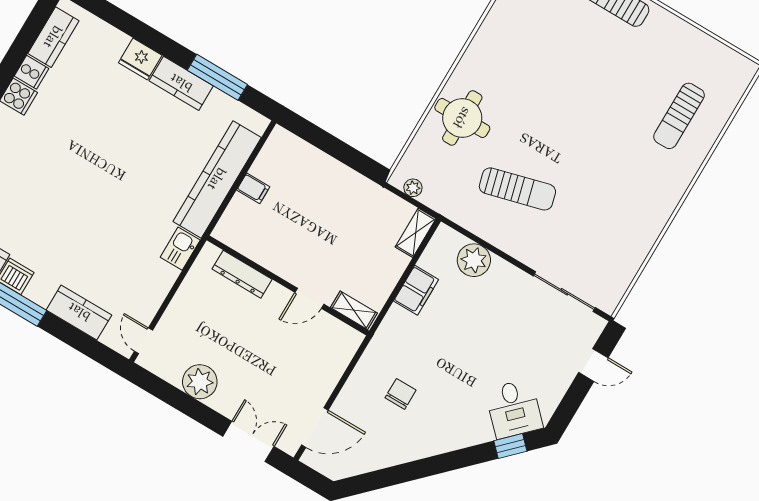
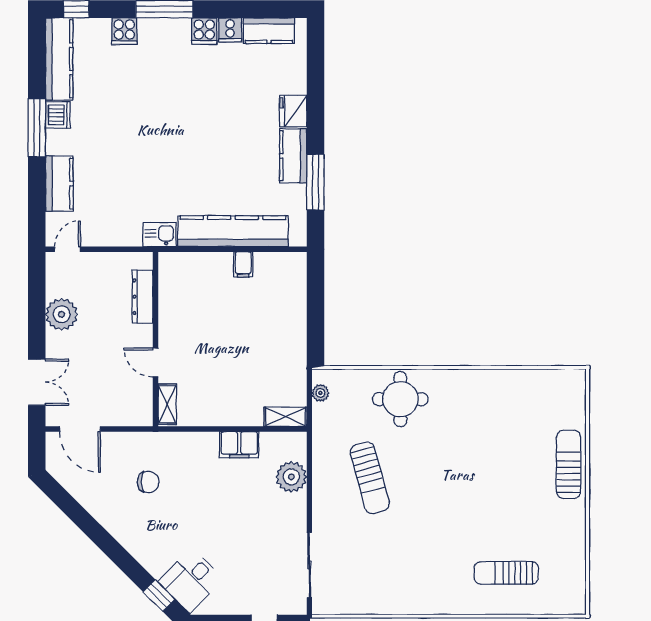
dresser: (242, 274) -> (143, 297), moved
wall: (288, 285) -> (156, 339), moved
door: (309, 298) -> (156, 363), moved
shelving: (354, 310) -> (167, 404), moved

